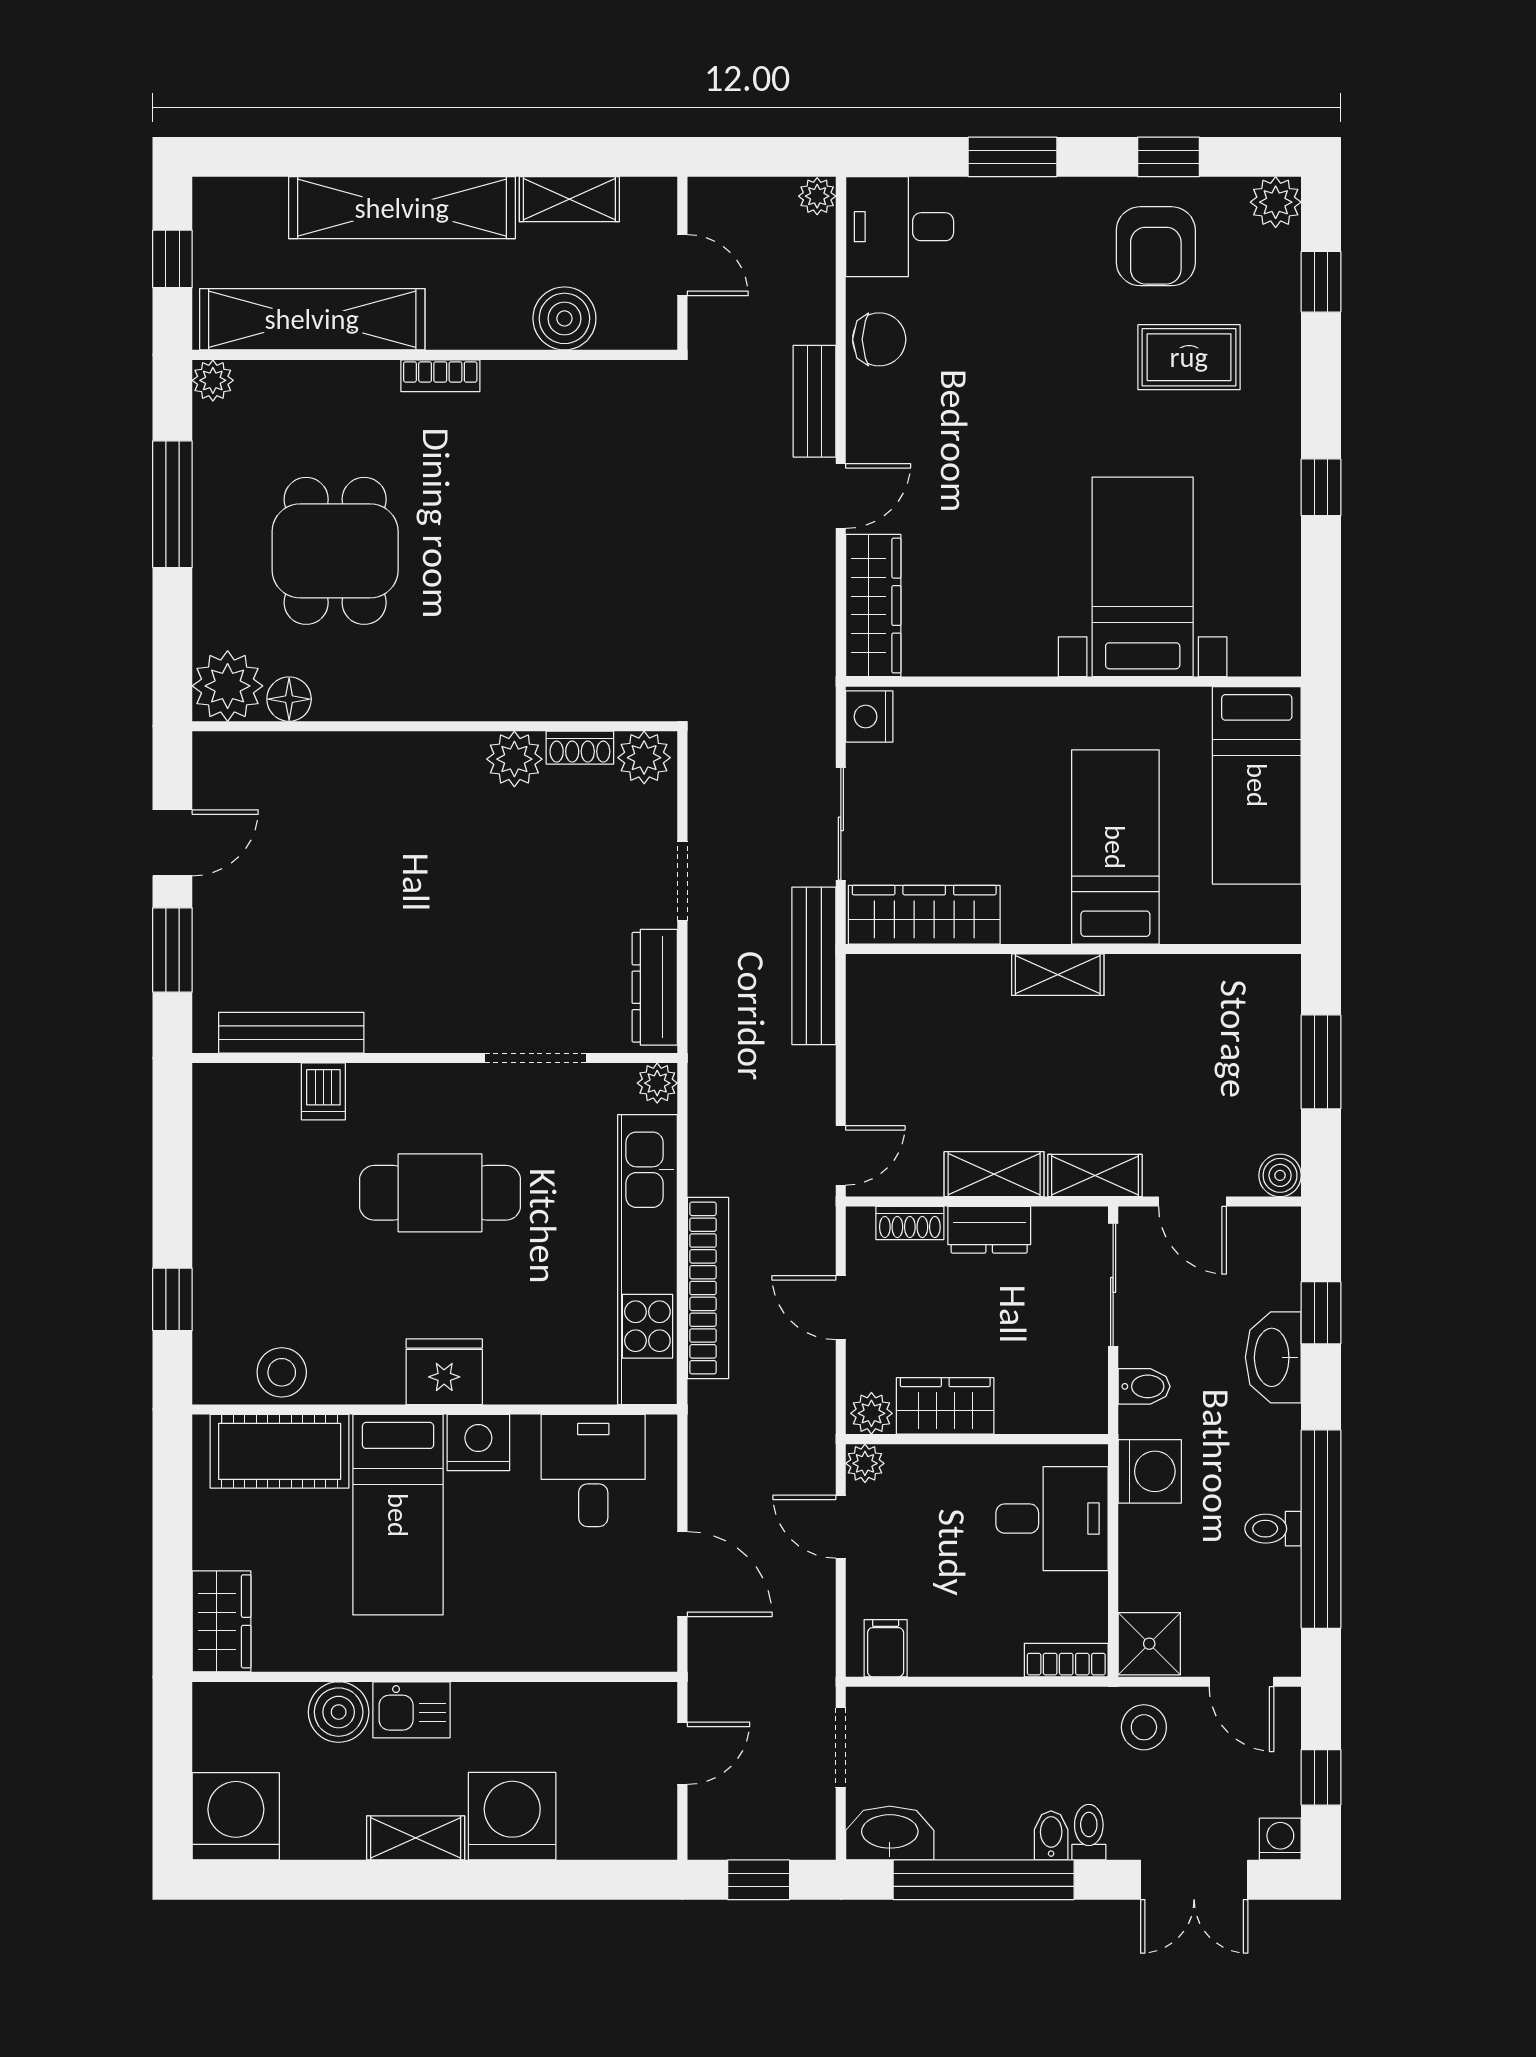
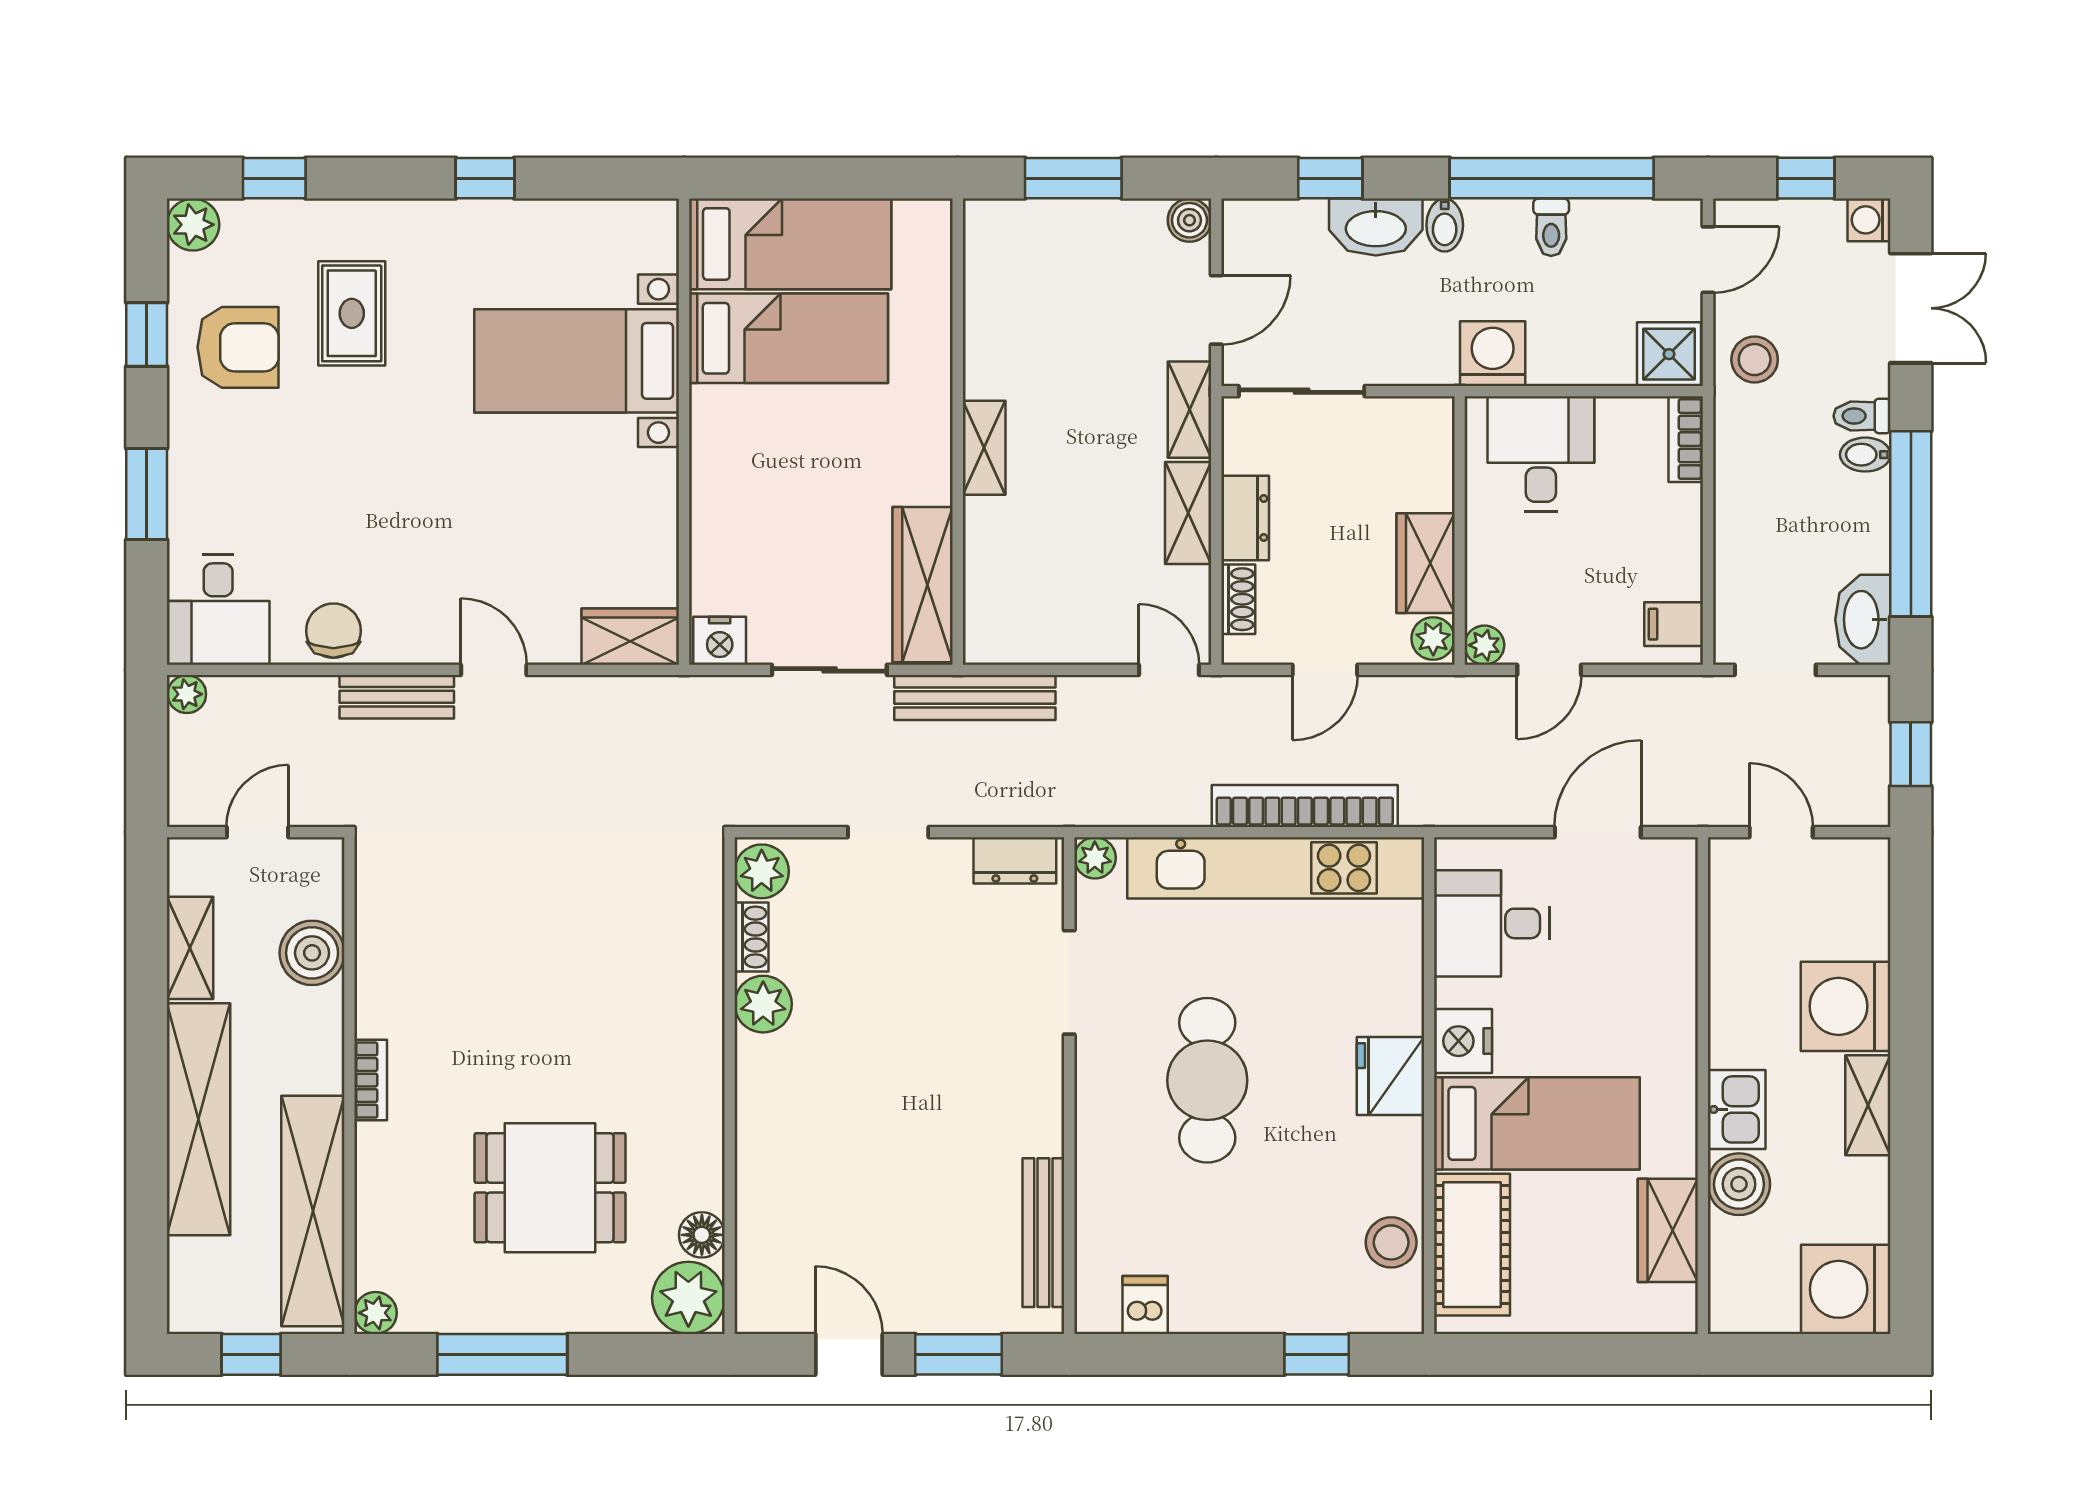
wardrobe: (873, 606) -> (630, 637), width x0.67
bed: (1115, 847) -> (789, 338), moved, turned 180
dresser: (655, 987) -> (1015, 860), width x0.70
dishwasher: (323, 1091) -> (1145, 1305), moved, turned -90
bidet: (1144, 1386) -> (1445, 225), moved, turned 180
wardrobe: (222, 1621) -> (1668, 1230), moved, turned -90

